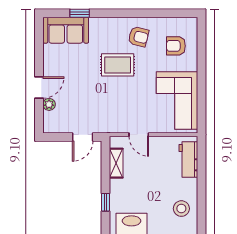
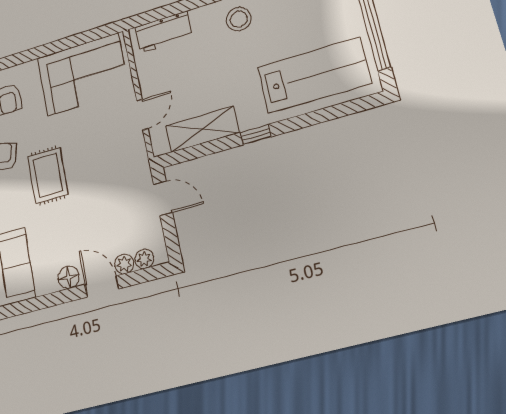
floor lamp: (50, 67) -> (69, 277), added
plant: (49, 118) -> (144, 259), added
shelving: (116, 163) -> (202, 129), width x1.50, depth x1.33

